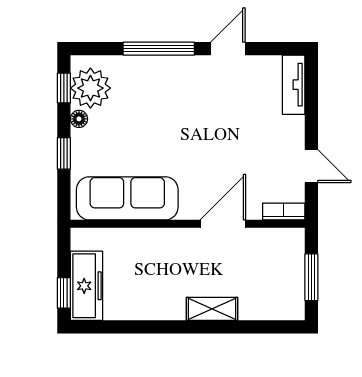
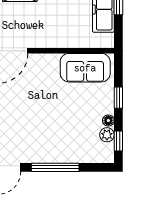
plant: (90, 88) -> (107, 135), width x0.53, depth x0.53
sofa: (127, 198) -> (85, 68), width x0.73

